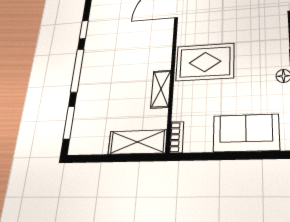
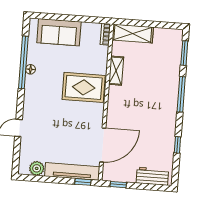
window: (84, 30) -> (177, 145), moved

